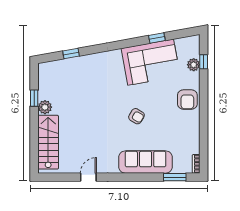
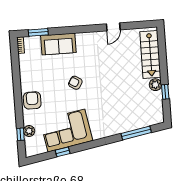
window: (71, 53) -> (136, 133), width x2.17
sofa: (146, 162) -> (58, 44), width x0.73

